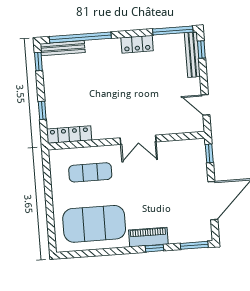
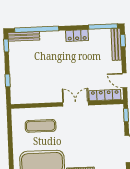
locker: (69, 135) -> (105, 95), moved
double door: (138, 140) -> (76, 104), swing flipped

